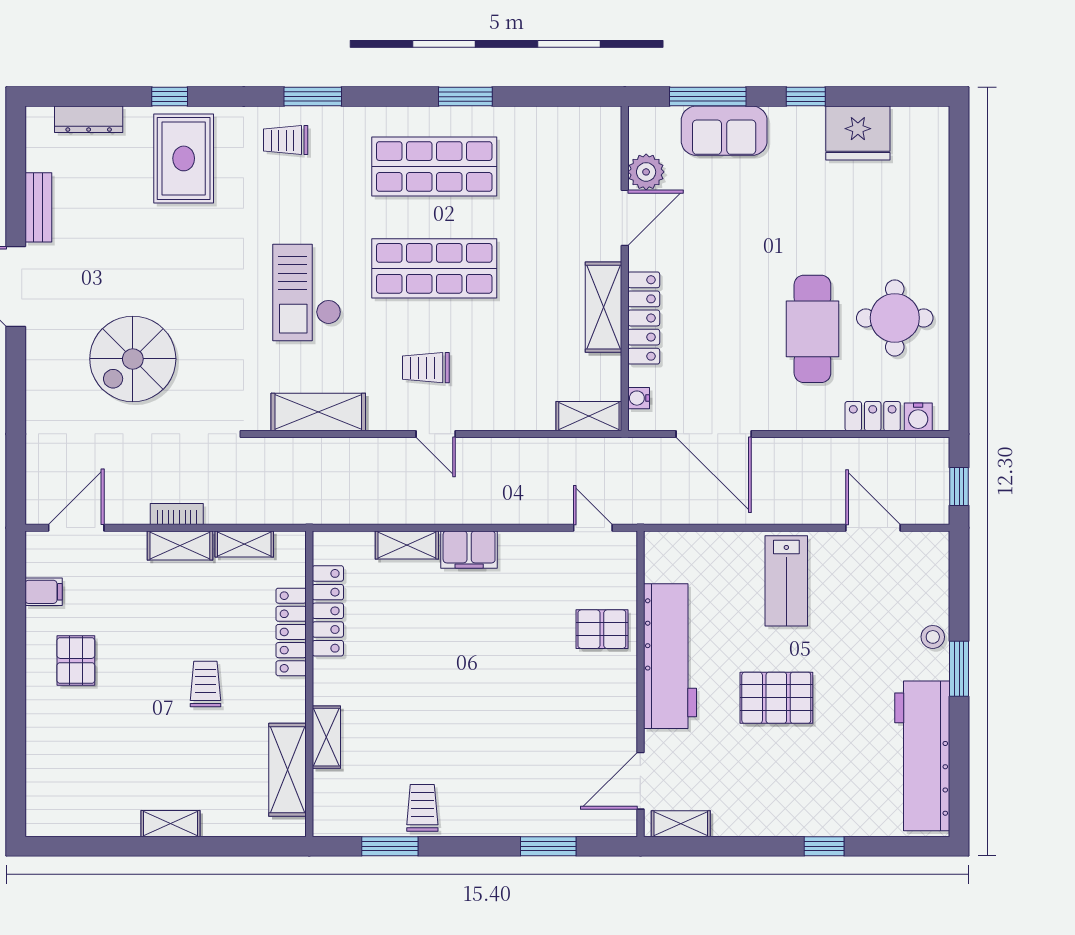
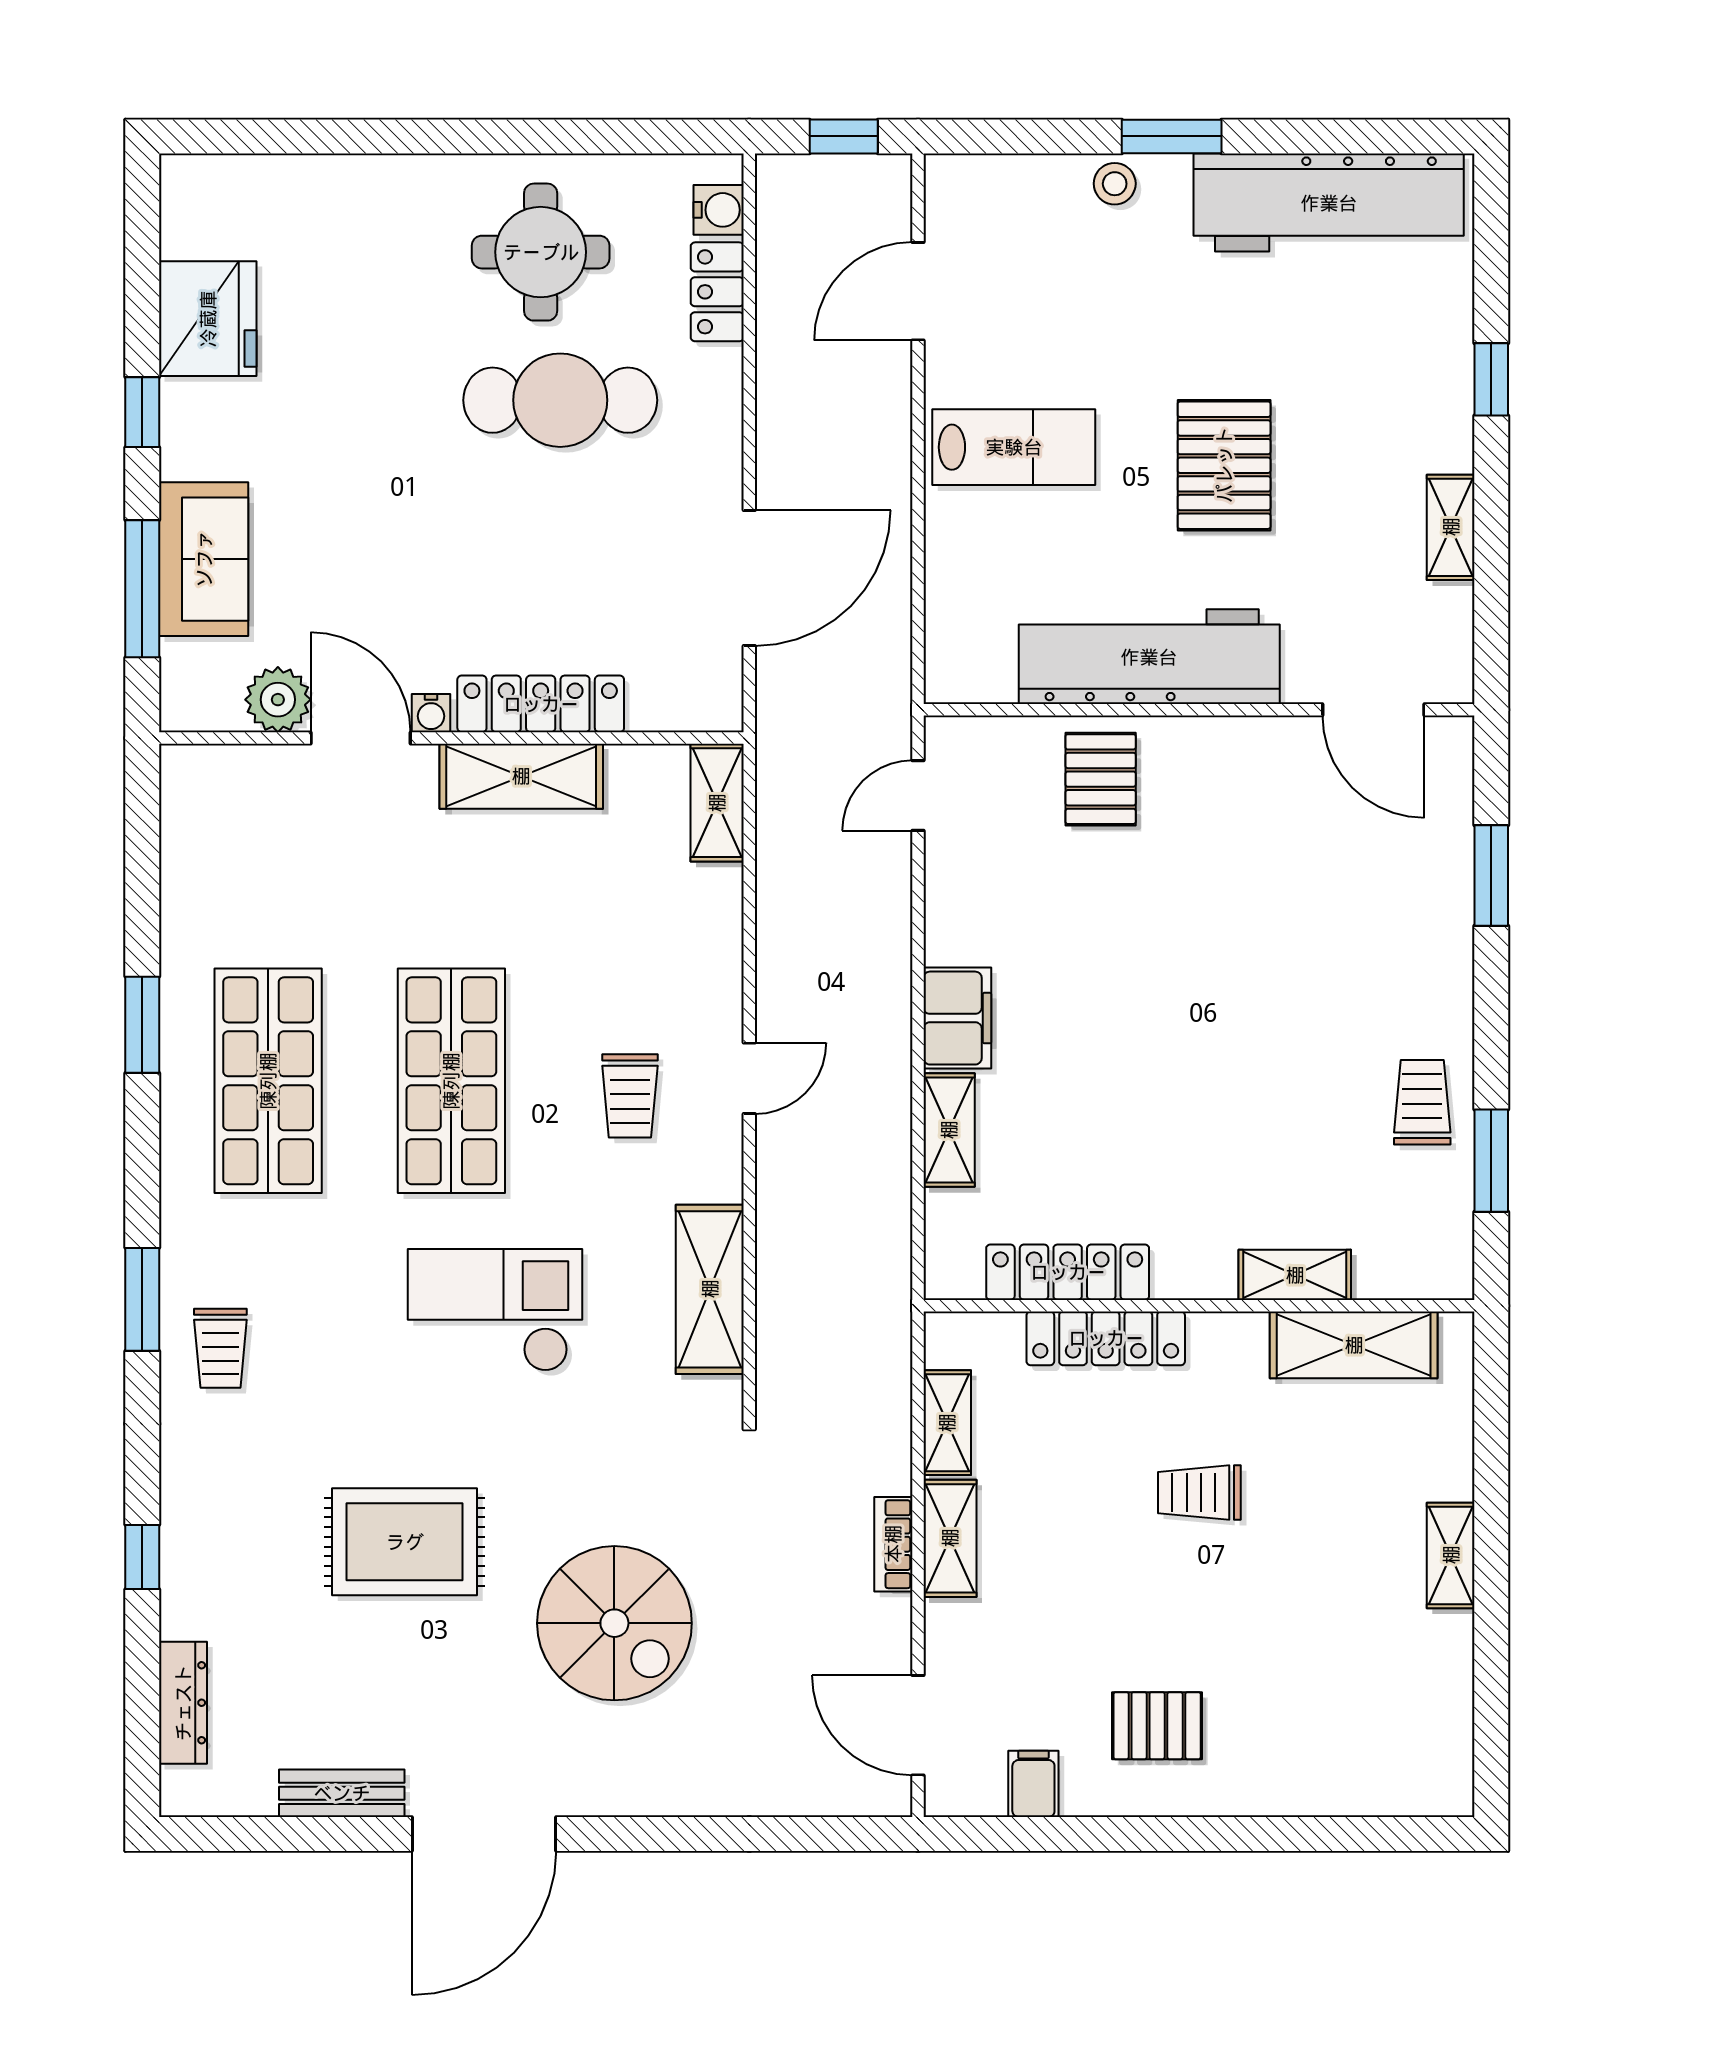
rug: (184, 158) -> (405, 1542), moved
checkout: (307, 293) -> (495, 1310), turned 180
water cooler: (639, 398) -> (431, 713), moved
trolley: (422, 808) -> (1422, 1102), turned 90
shelving: (681, 824) -> (1451, 527), moved

